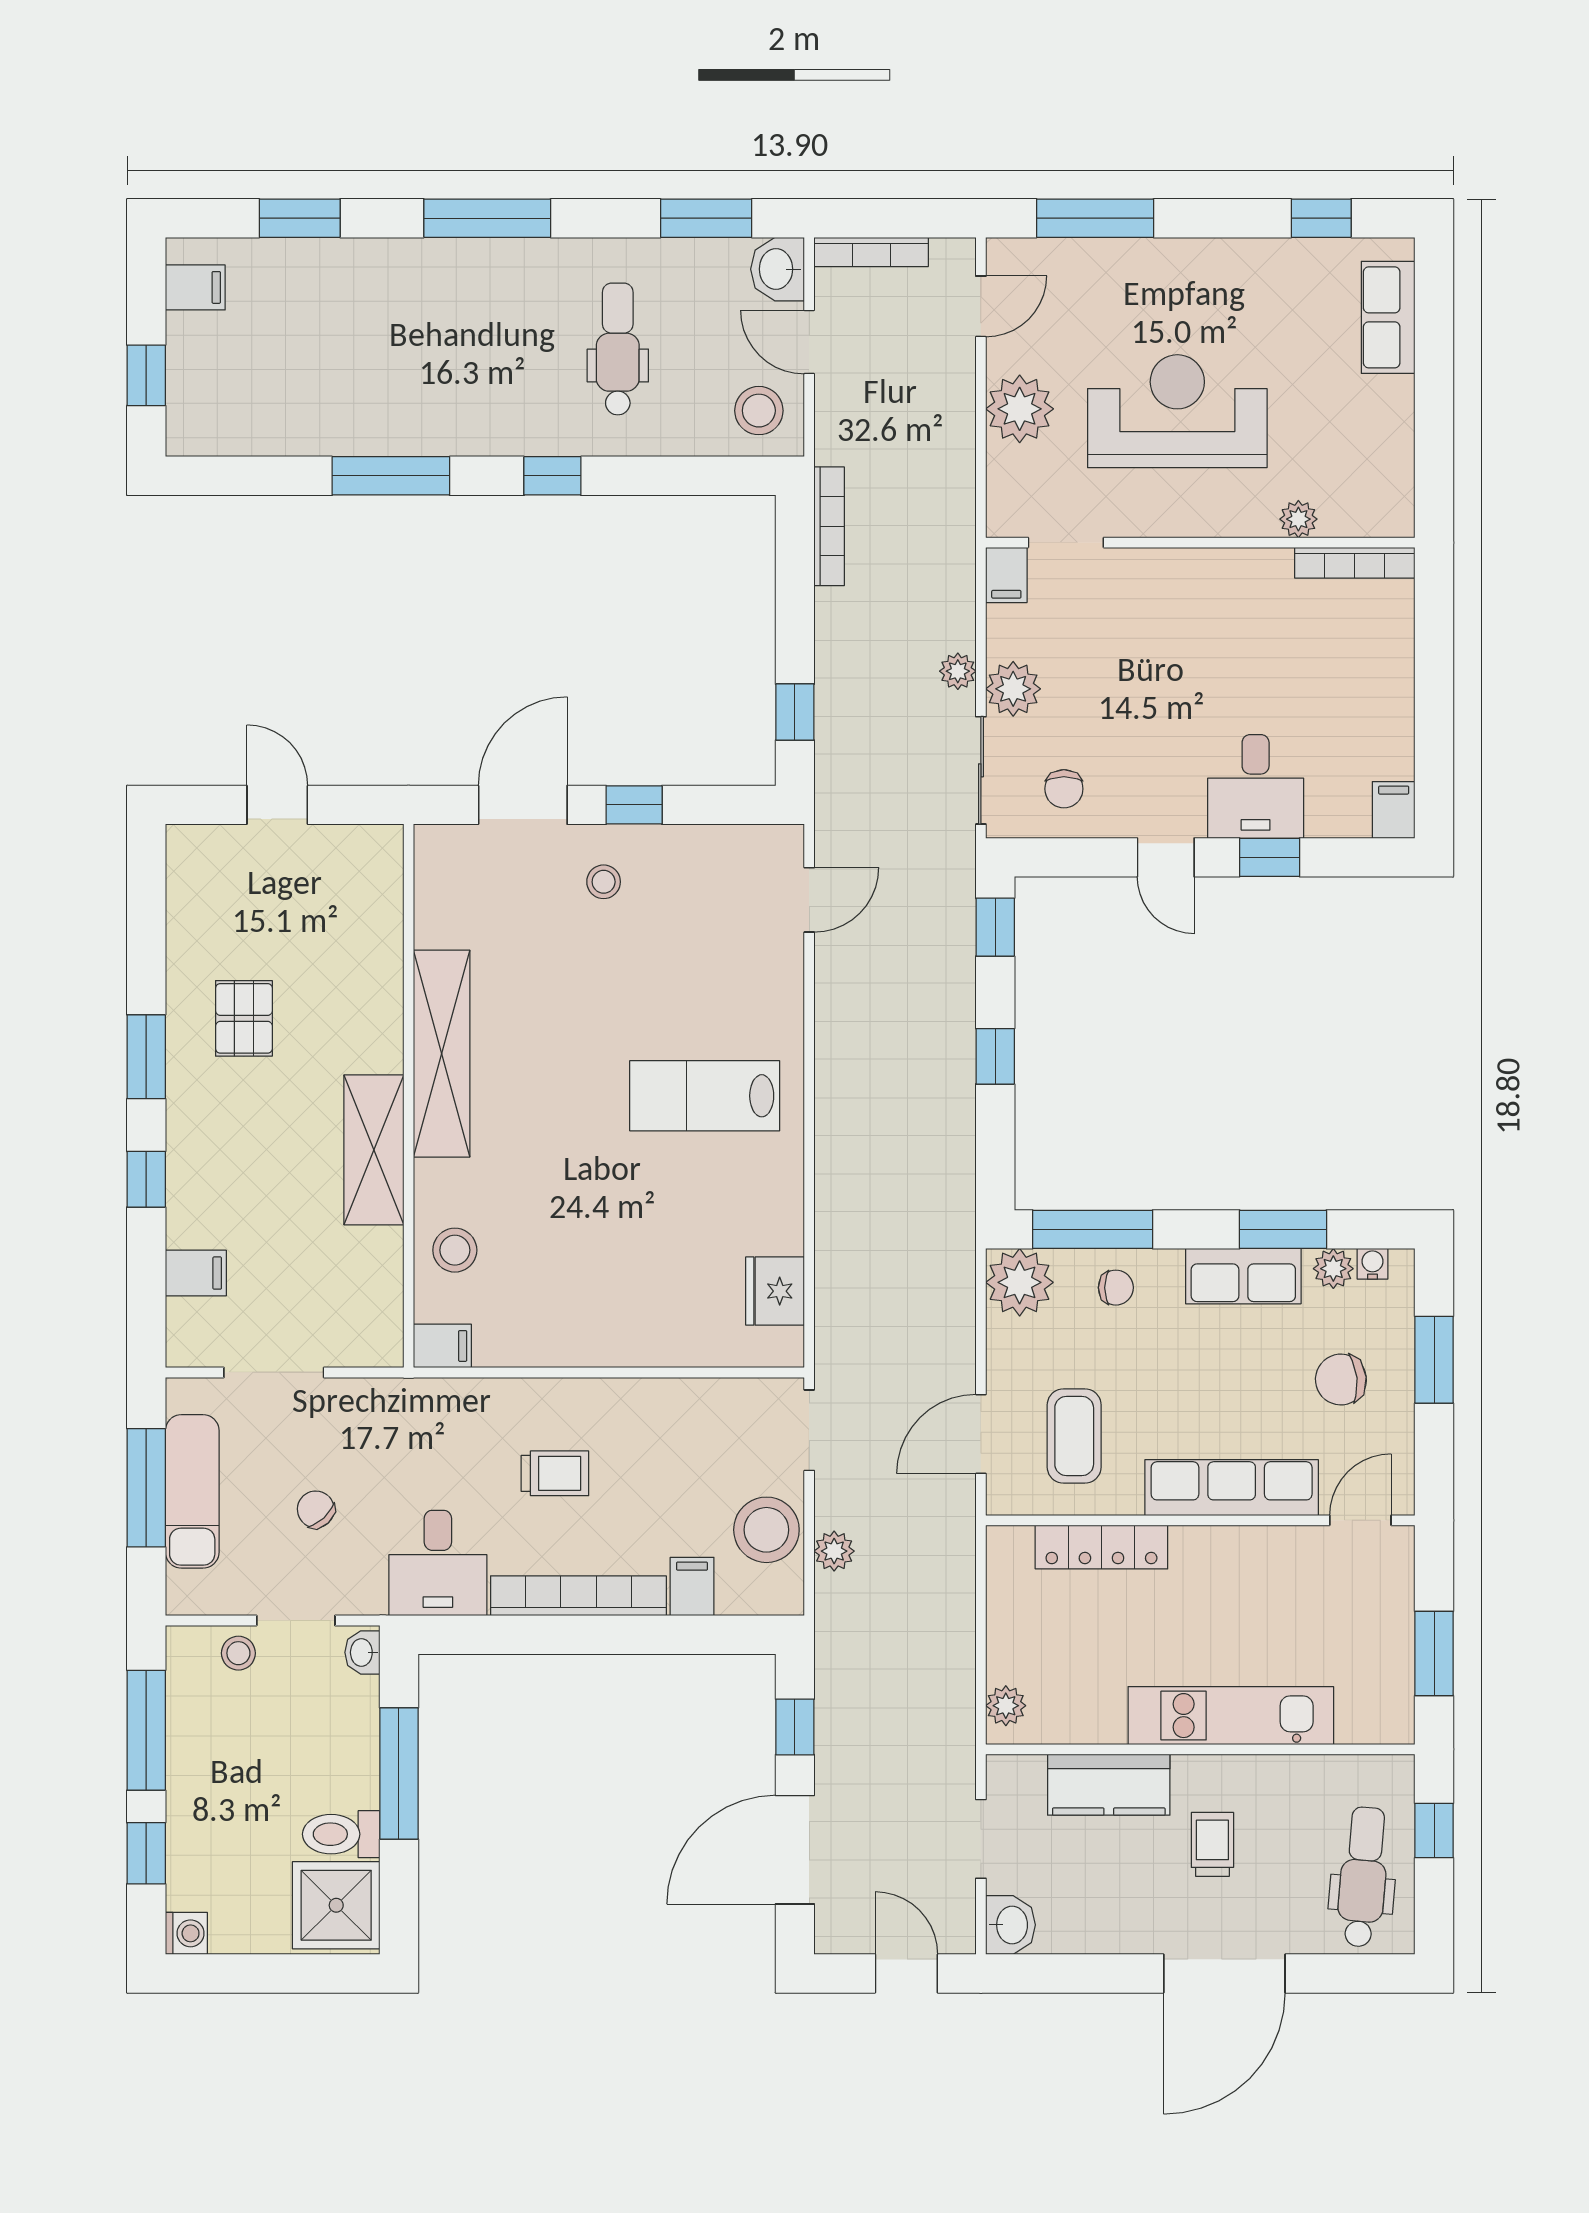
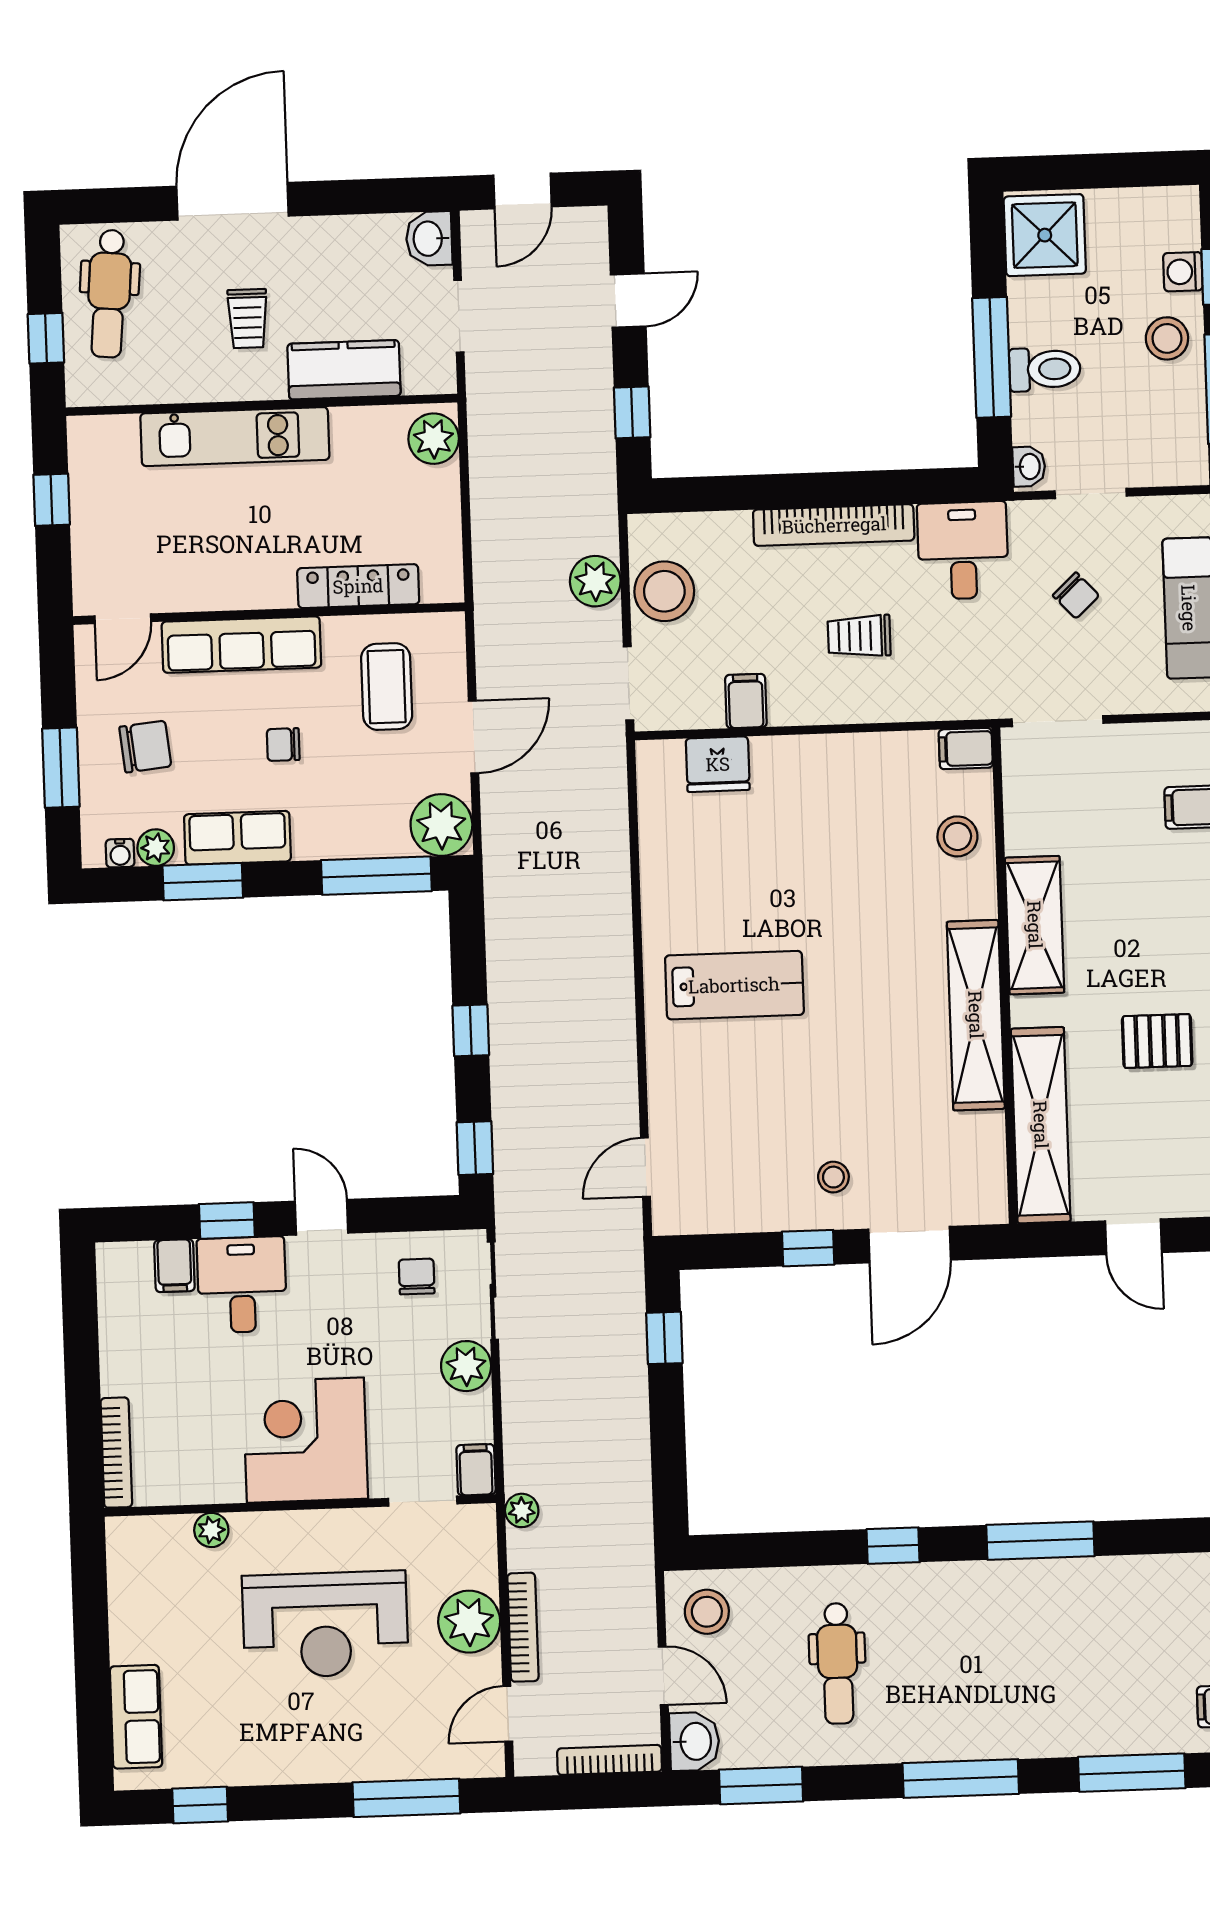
window: (300, 218) -> (1132, 1773), width x1.44
bookcase: (829, 526) -> (523, 1627), moved, turned 180
bookcase: (1355, 563) -> (116, 1453), moved, turned 90
corner desk: (1192, 614) -> (305, 1440), added
plant: (958, 671) -> (522, 1510), moved
filing cabinet: (1394, 810) -> (174, 1266), moved
shelving: (375, 931) -> (1041, 1125), added
pallet: (244, 1018) -> (1157, 1041), turned 90
chair: (1116, 1288) -> (283, 745), moved
fridge: (775, 1291) -> (718, 764), moved, turned 90
doorway: (274, 1372) -> (1058, 721), moved
door: (981, 1434) -> (474, 737), moved
plant: (834, 1551) -> (595, 581), width x1.38, depth x1.38
filing cabinet: (692, 1587) -> (746, 701), moved, turned 180
stool: (238, 1653) -> (1167, 338), moved, width x1.37, depth x1.37
window: (1434, 1653) -> (52, 500), width x0.67
plant: (1006, 1706) -> (434, 439), width x1.38, depth x1.38
toilet: (341, 1834) -> (1045, 369), moved
door: (795, 1850) -> (628, 300), width x0.53
washing machine: (186, 1933) -> (1183, 272), moved
door: (906, 1973) -> (523, 191), hinge flipped

